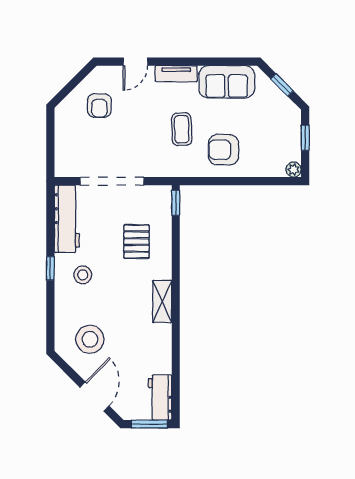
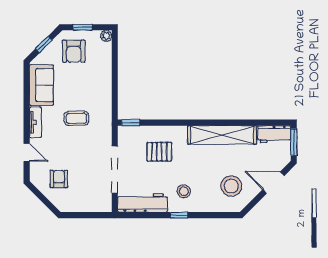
armchair: (99, 105) -> (59, 179), turned -90
armchair: (223, 150) -> (74, 51), moved
shelving: (162, 301) -> (222, 135), width x2.20, depth x1.33

